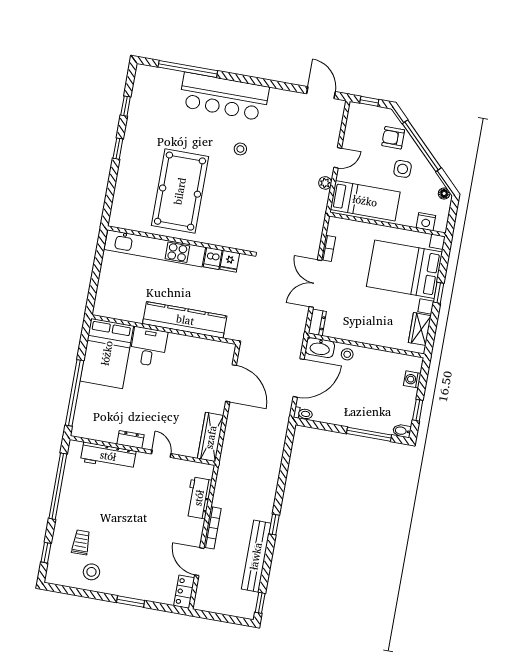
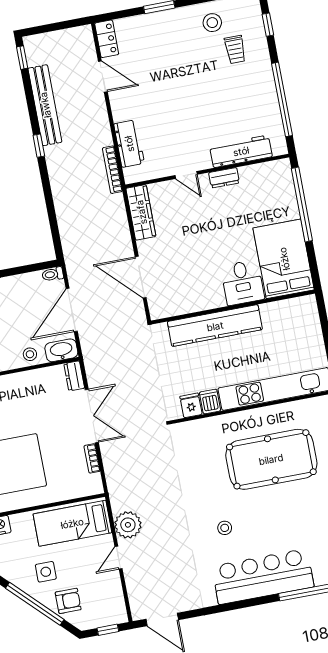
plant: (325, 183) -> (128, 525), width x1.88, depth x1.88
pool table: (180, 191) -> (271, 459), turned 90
bookcase: (212, 528) -> (112, 170), moved

